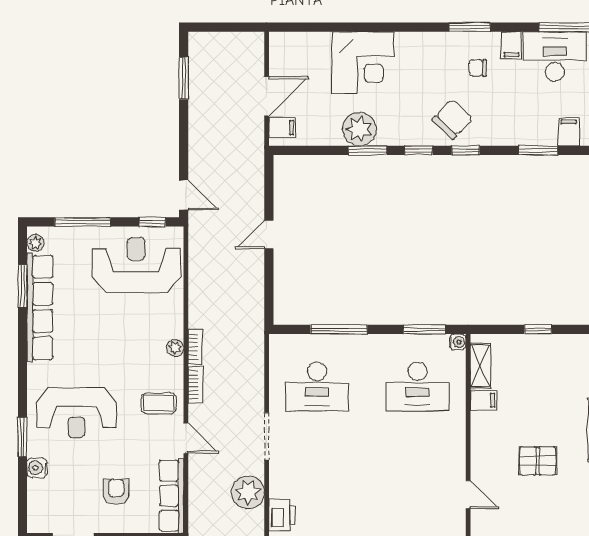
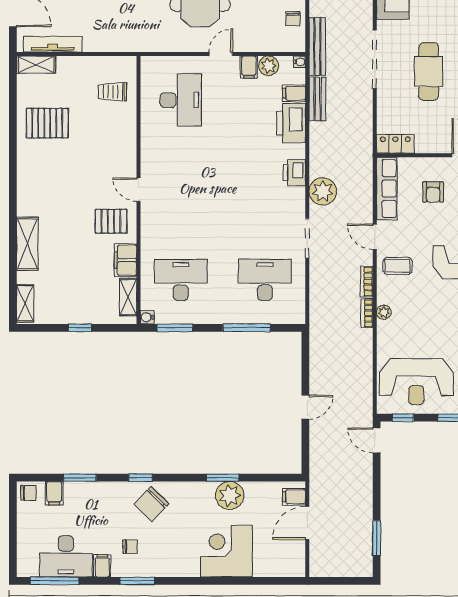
window: (418, 150) -> (180, 478), removed
filing cabinet: (483, 400) -> (126, 260), width x2.00
pallet: (538, 461) -> (111, 221), moved

